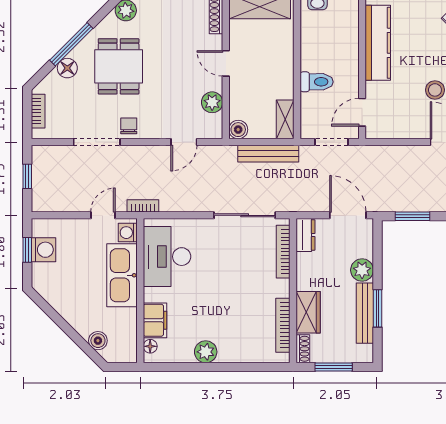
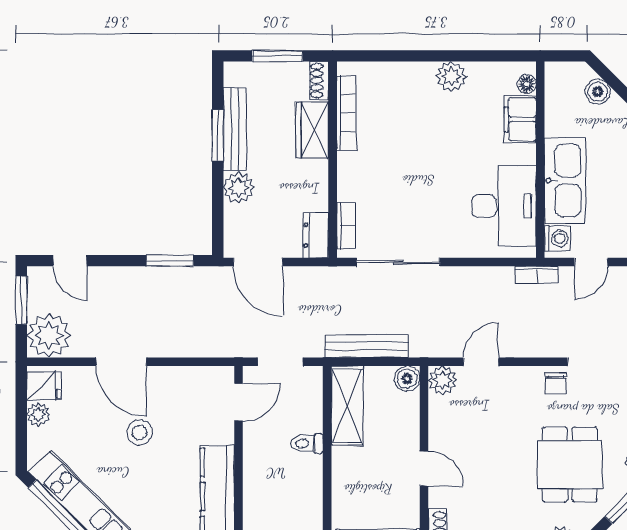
toilet: (317, 82) -> (307, 444), width x0.73, depth x0.72
plant: (212, 102) -> (442, 380), moved
shelving: (285, 119) -> (347, 406), width x1.50, depth x1.33
bookcase: (283, 252) -> (346, 226), width x0.64

